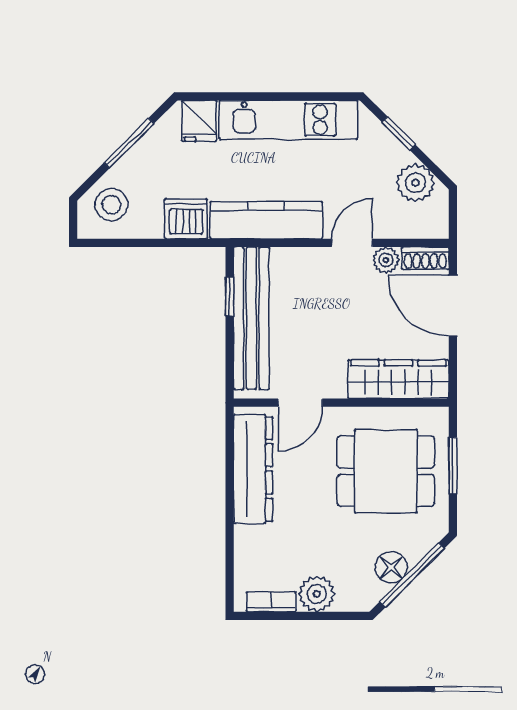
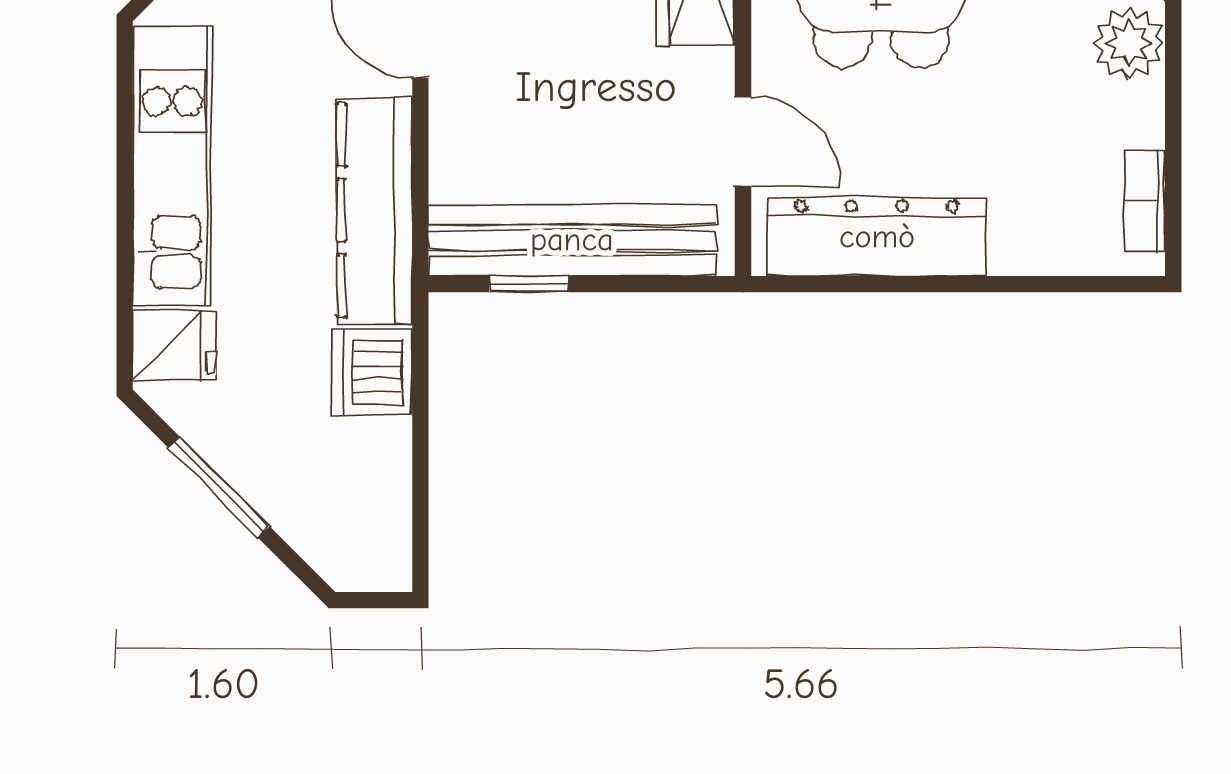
stool: (111, 205) -> (344, 523), removed
plant: (317, 594) -> (1129, 43), moved

